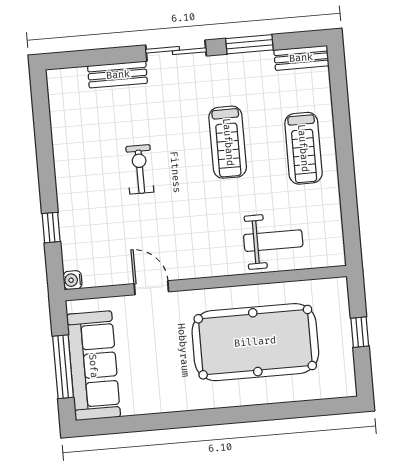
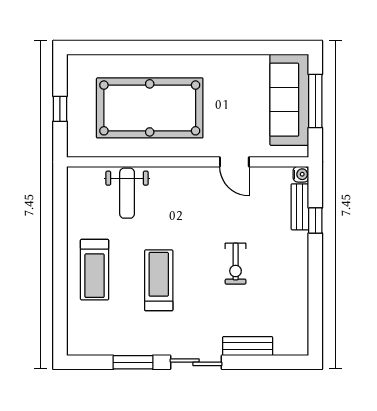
bench: (301, 58) -> (300, 207), moved, turned 90
treadmill: (303, 148) -> (95, 270), turned 180
weight bench: (273, 241) -> (127, 193), turned -90

